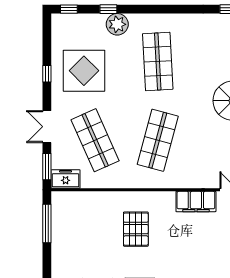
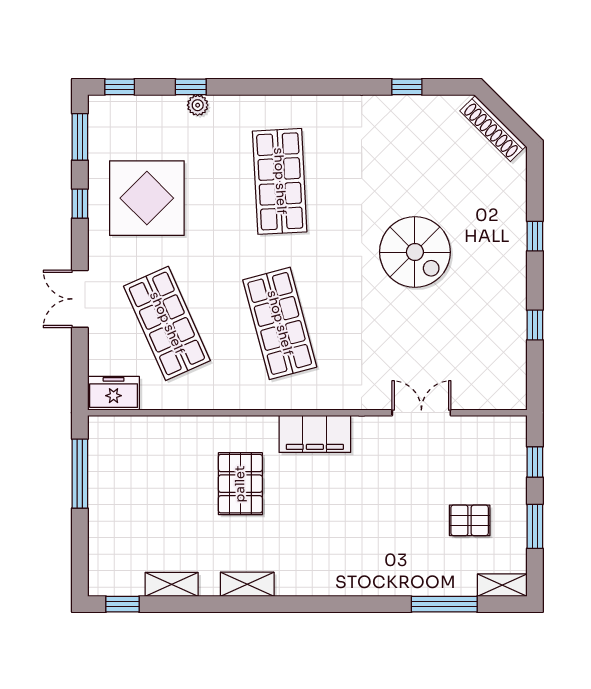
plant: (117, 24) -> (198, 105), width x0.53, depth x0.53
shop shelf: (158, 140) -> (280, 323), turned -30
window: (47, 167) -> (80, 137), moved
filing cabinet: (196, 202) -> (315, 434), moved

